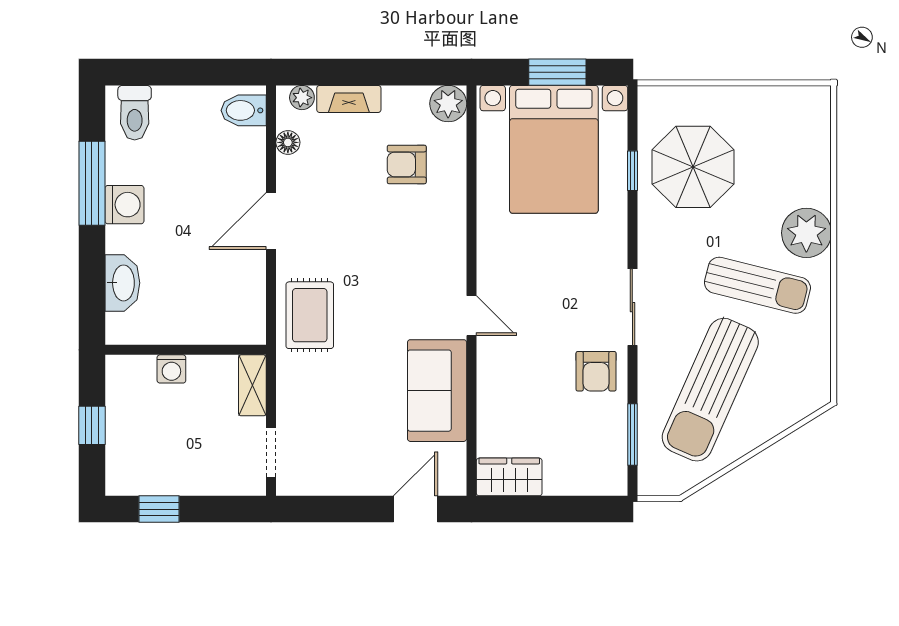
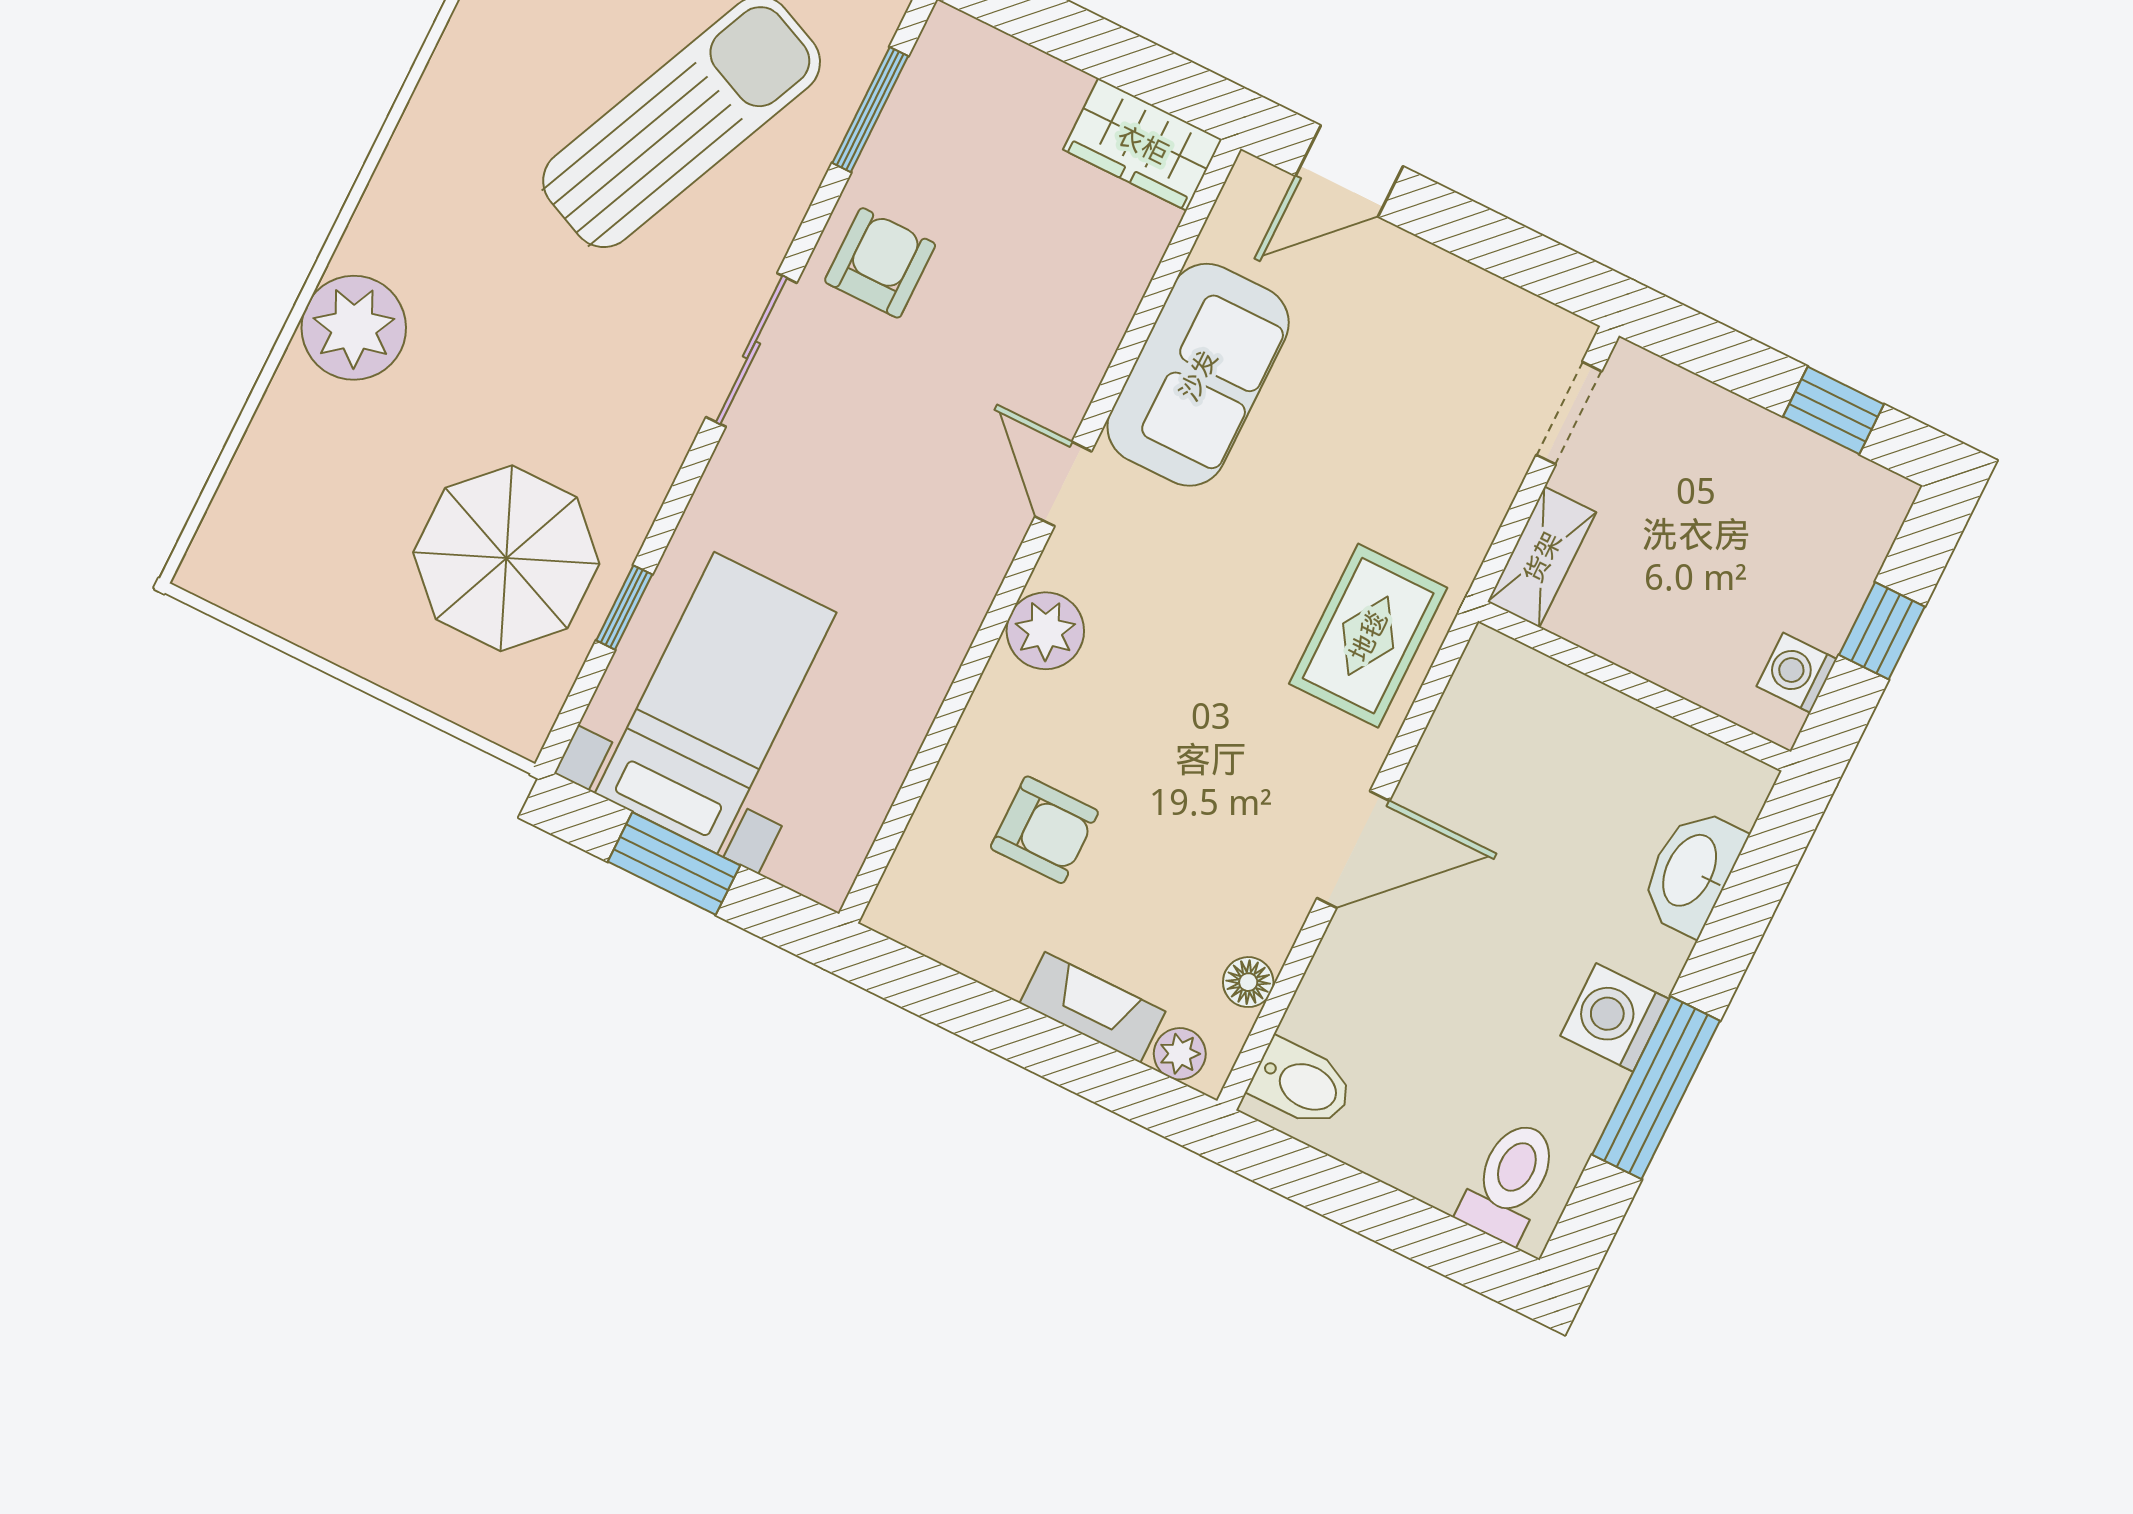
plant: (448, 104) -> (1045, 631), moved
bed with nightstands: (554, 149) -> (716, 703), width x0.73
sun lounger: (757, 285) -> (495, 275), removed
washing machine: (171, 369) -> (1797, 673), moved, turned -90

